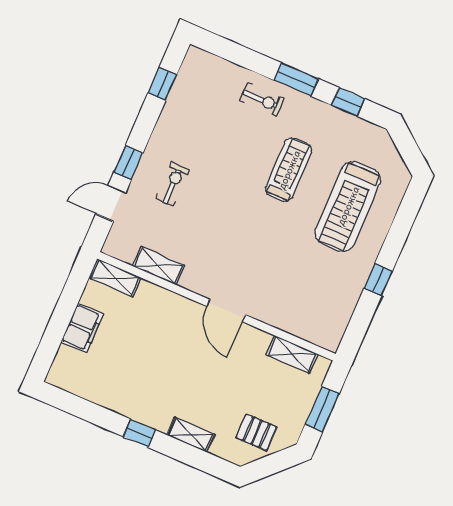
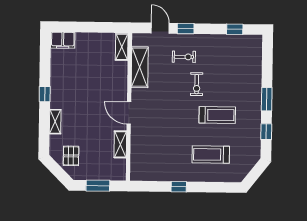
exercise bike: (262, 100) -> (197, 84), moved
treadmill: (348, 206) -> (211, 154), width x0.73, depth x0.73
shelving: (158, 266) -> (140, 67), width x1.50, depth x1.33
door: (226, 310) -> (129, 113), hinge flipped
filing cabinet: (82, 328) -> (63, 40), moved
shelving: (292, 354) -> (120, 144), moved

